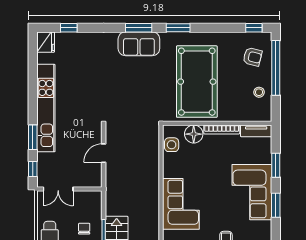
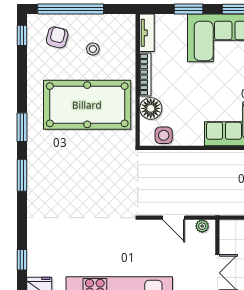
sofa: (139, 44) -> (41, 175), removed
stool: (259, 92) -> (93, 49), moved
plant: (97, 177) -> (202, 226), added

